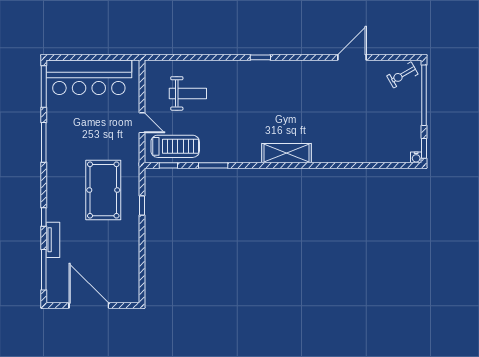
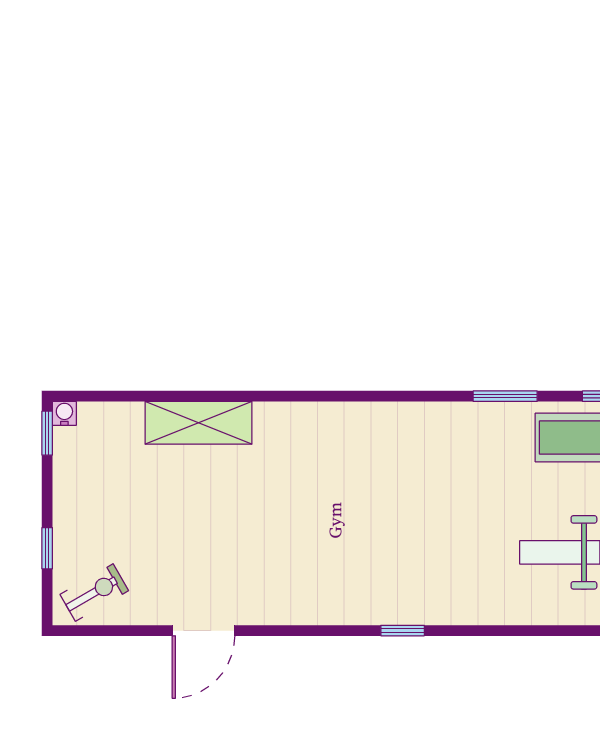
window: (424, 95) -> (47, 548), width x0.32
shelving: (286, 153) -> (199, 423), moved

